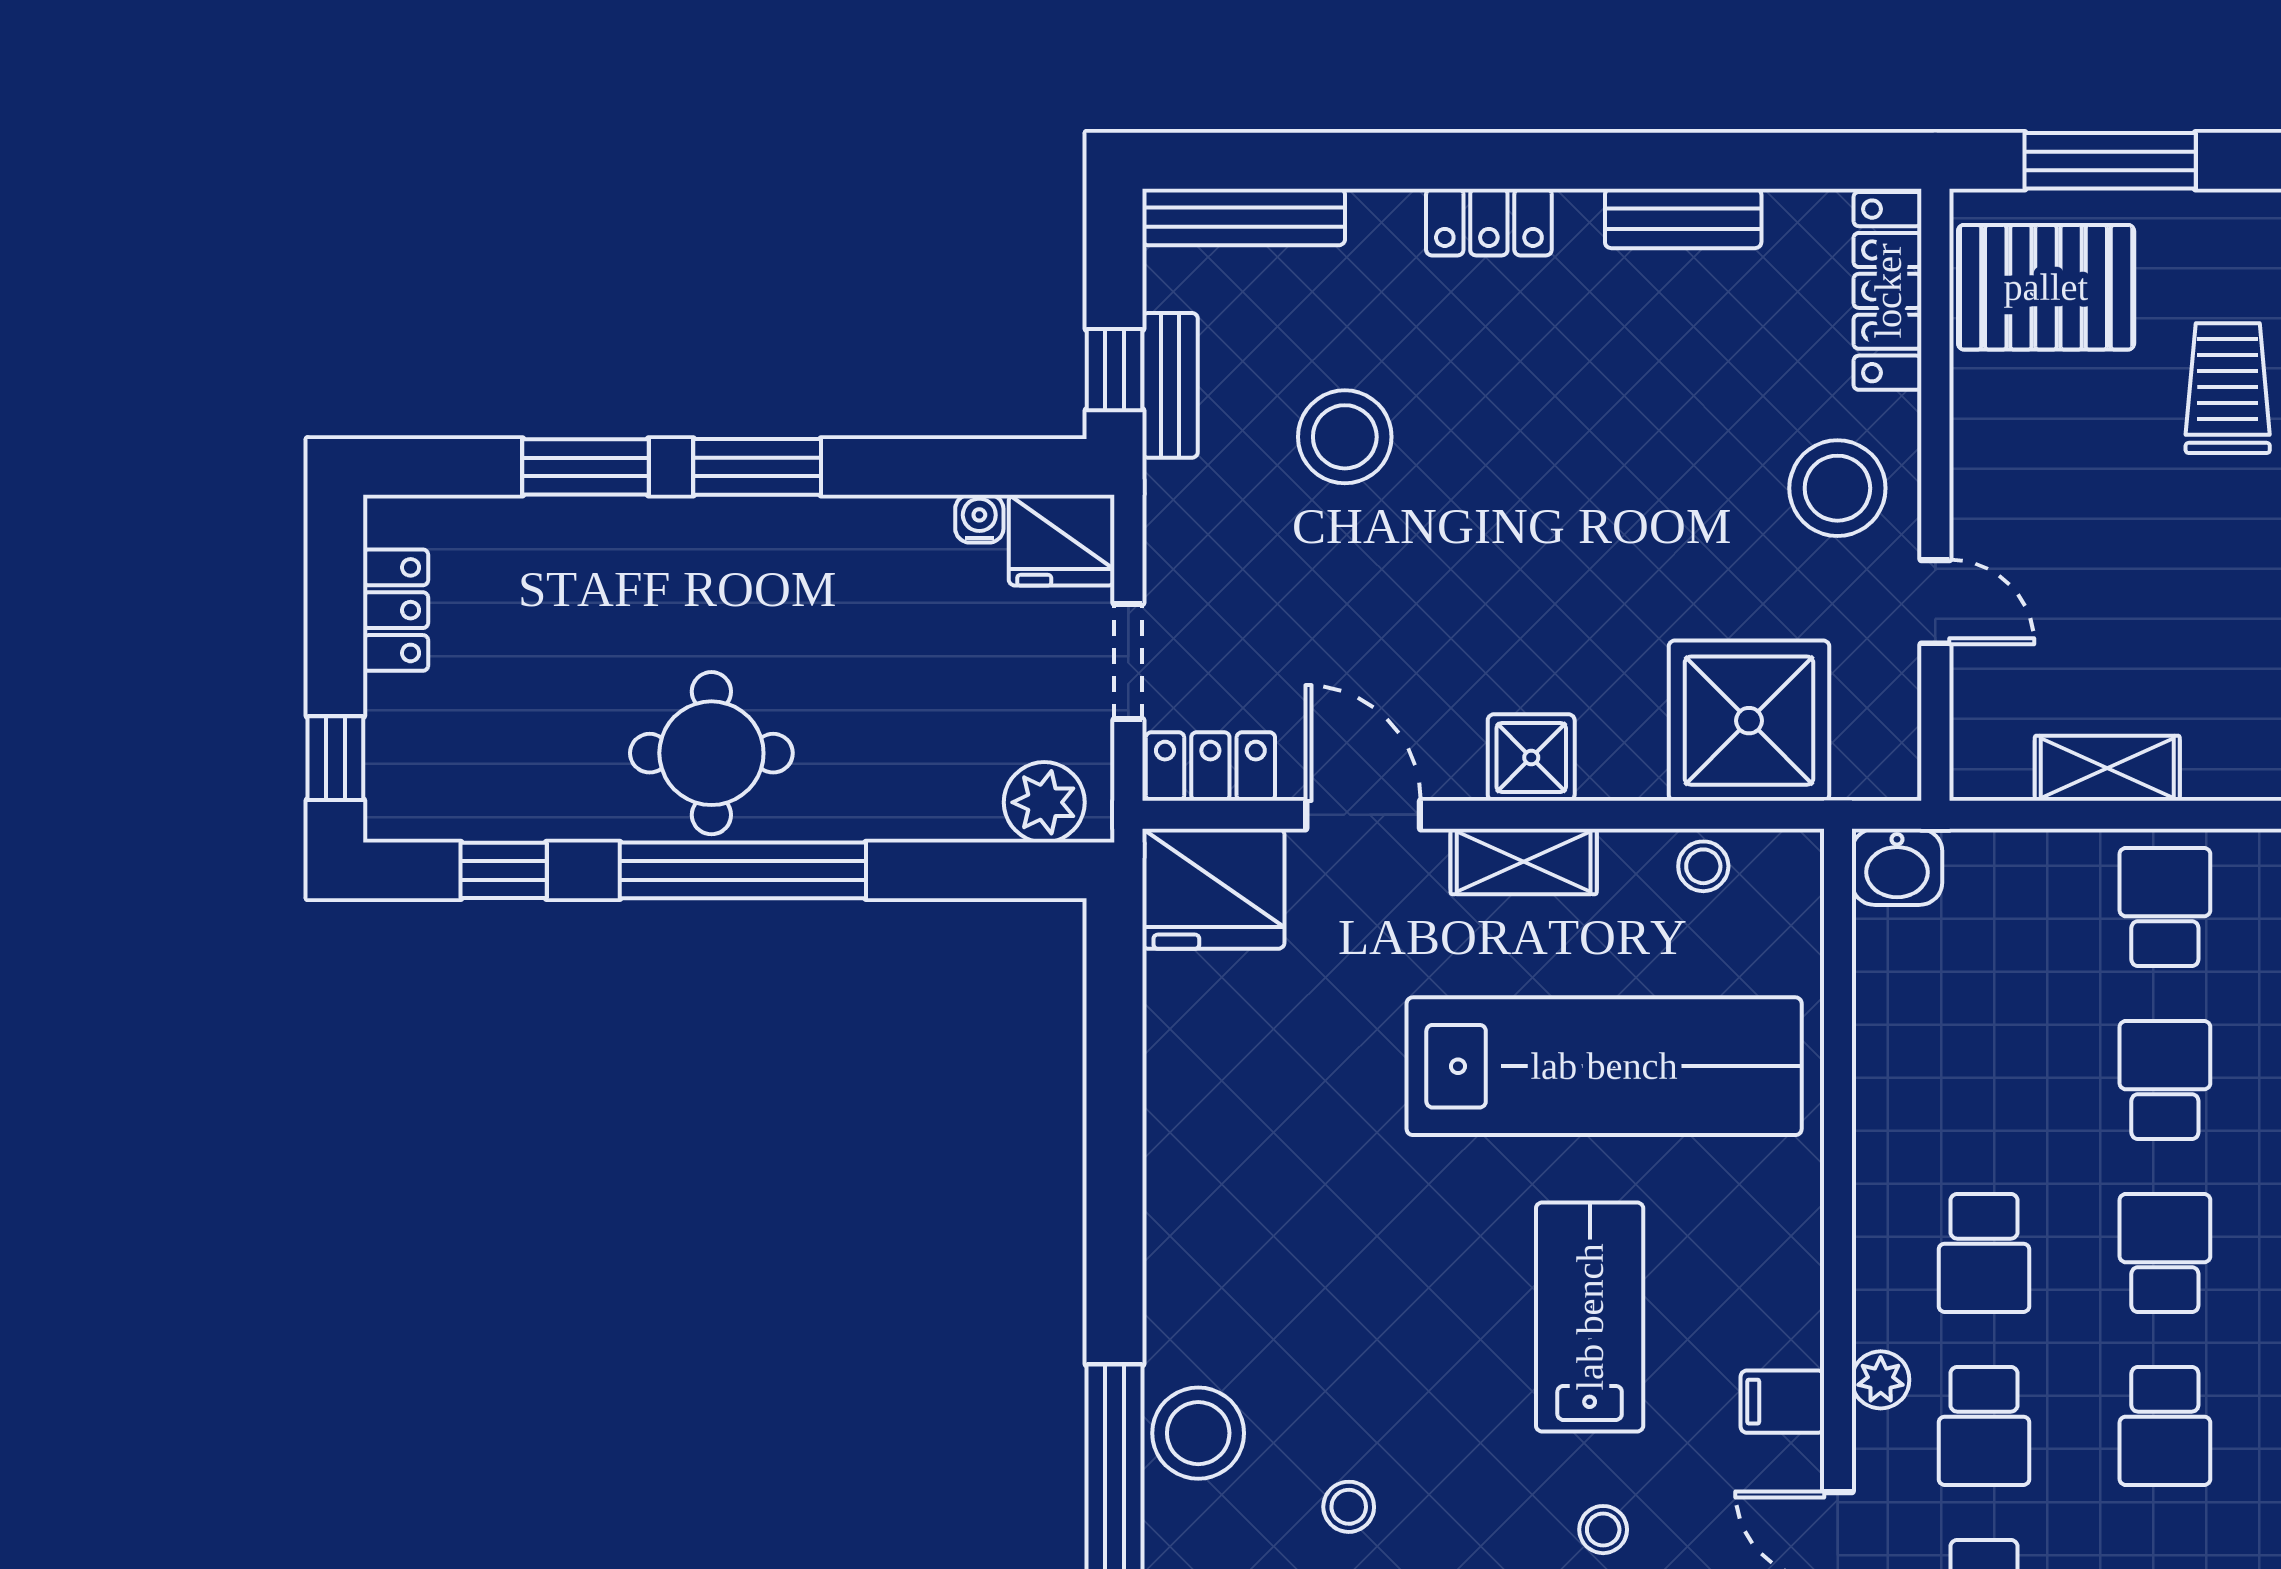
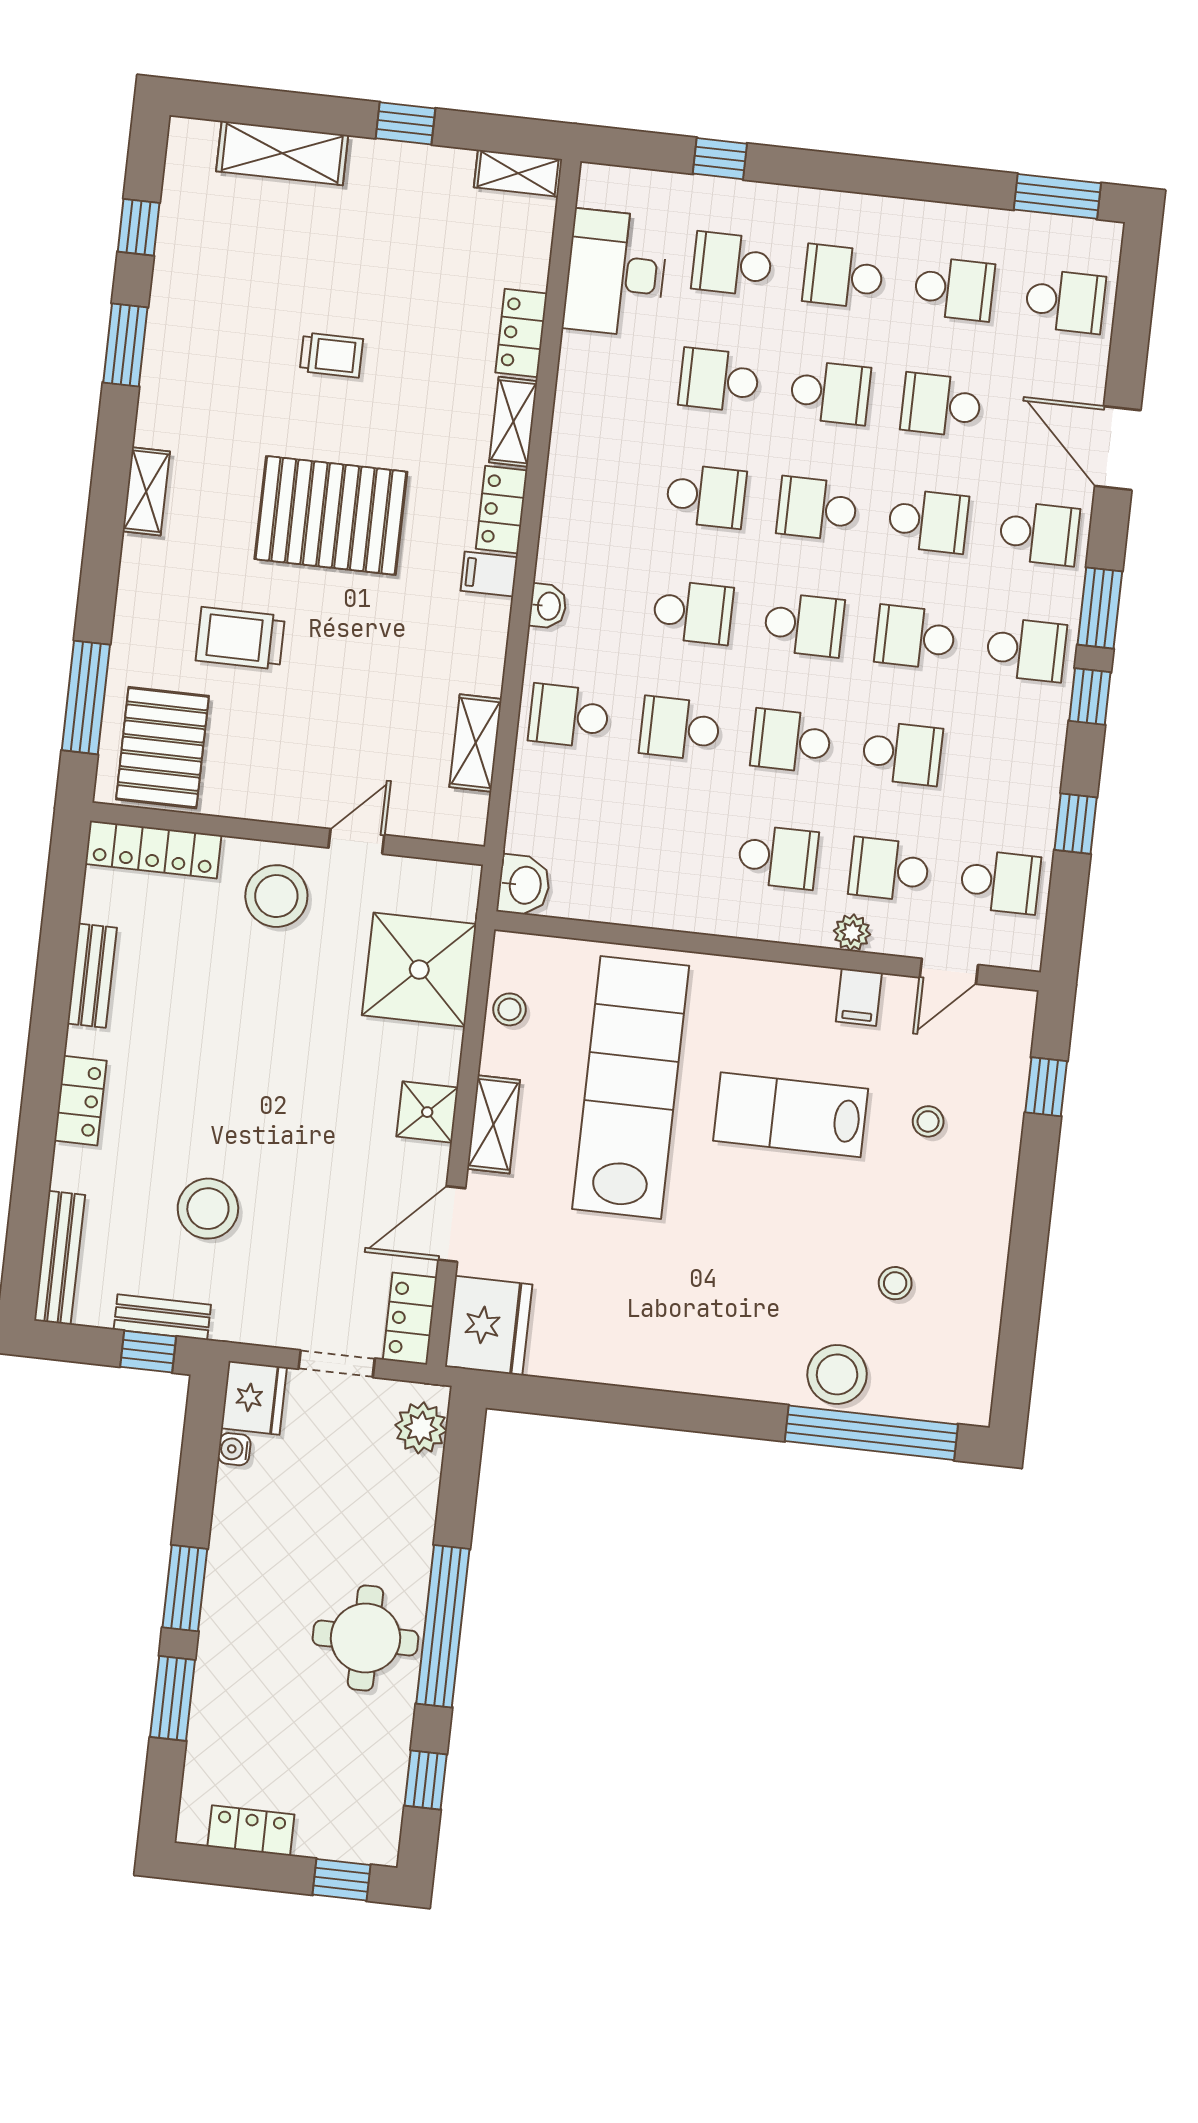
school desk: (1984, 1426) -> (889, 869), turned 180

